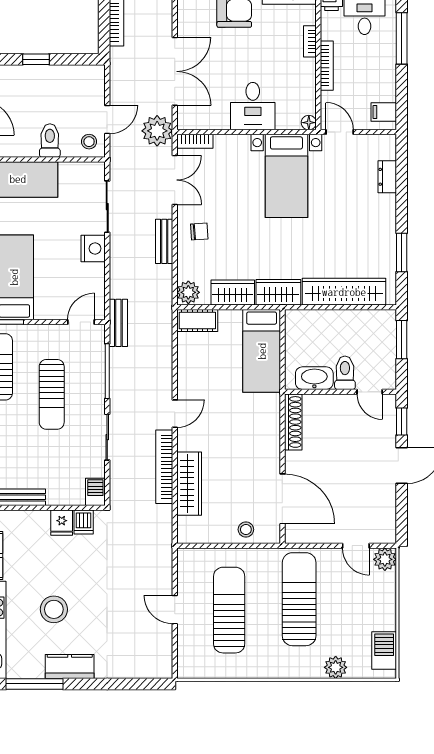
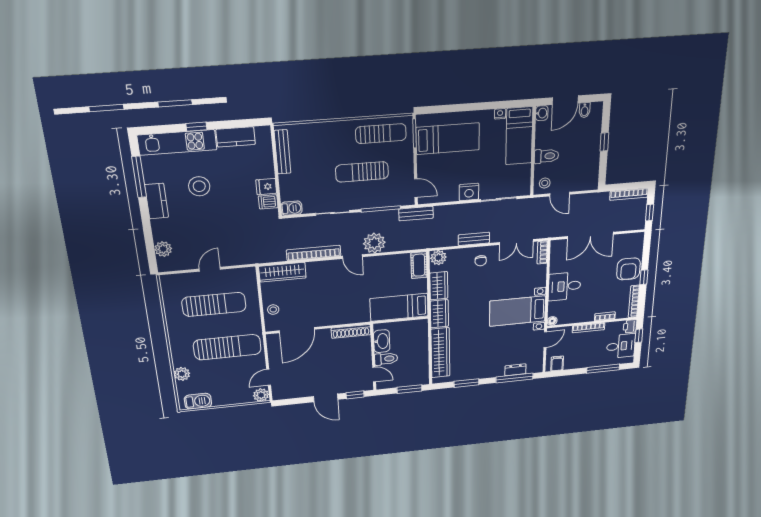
plant: (157, 131) -> (374, 243), moved
window: (402, 178) -> (514, 378), added
door: (370, 392) -> (374, 375), swing flipped
wardrobe: (189, 484) -> (282, 272), moved
plant: (139, 667) -> (163, 249), added

